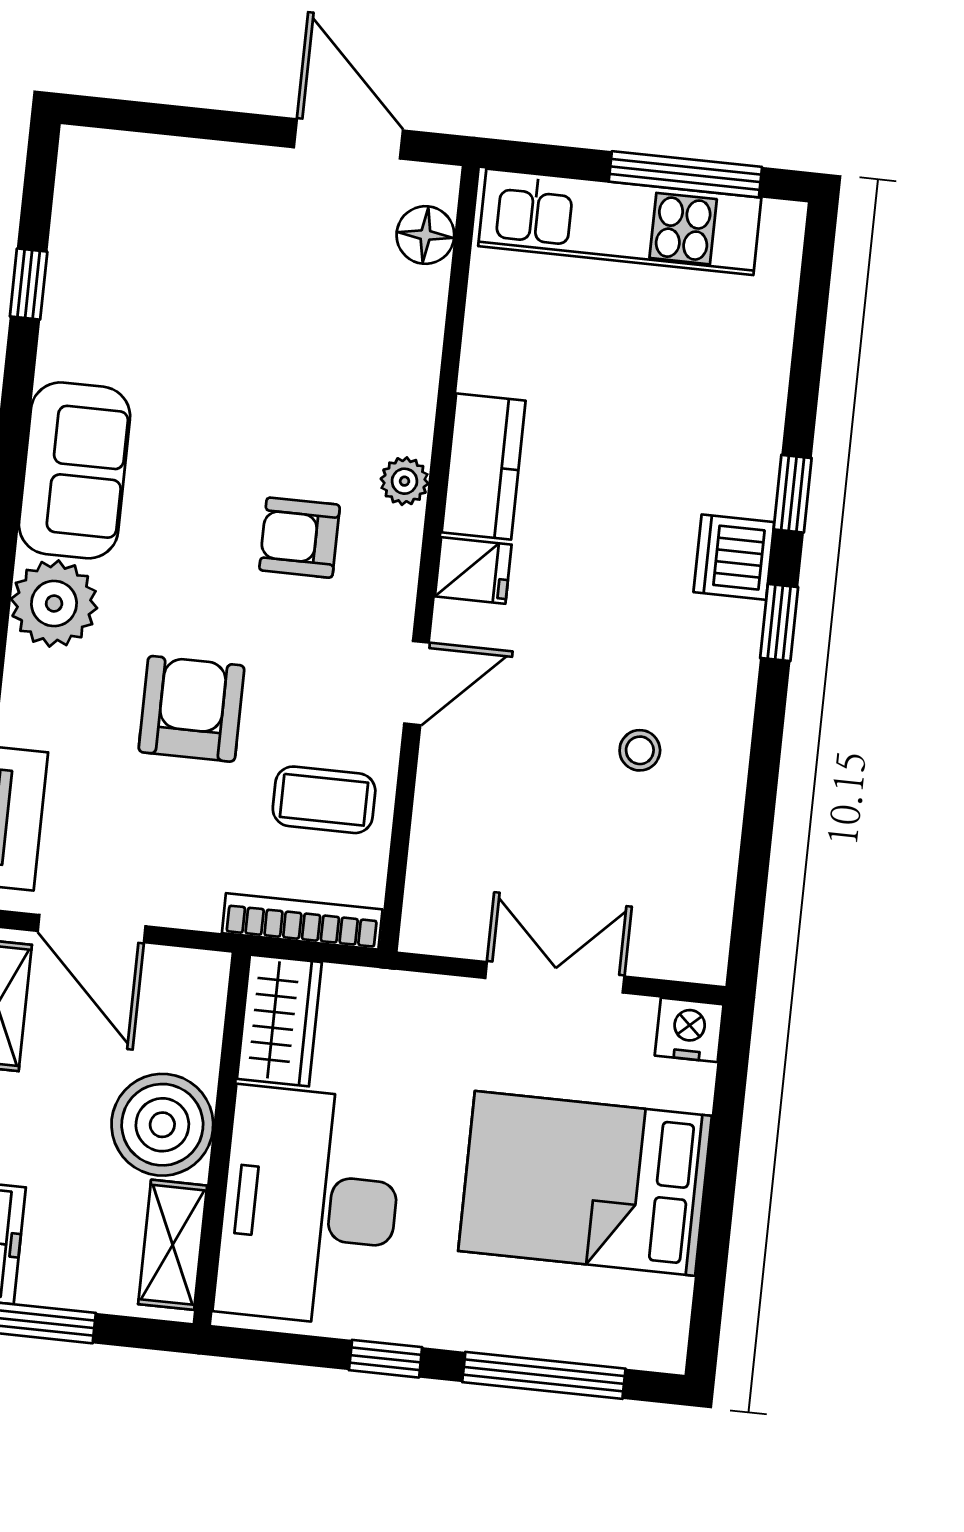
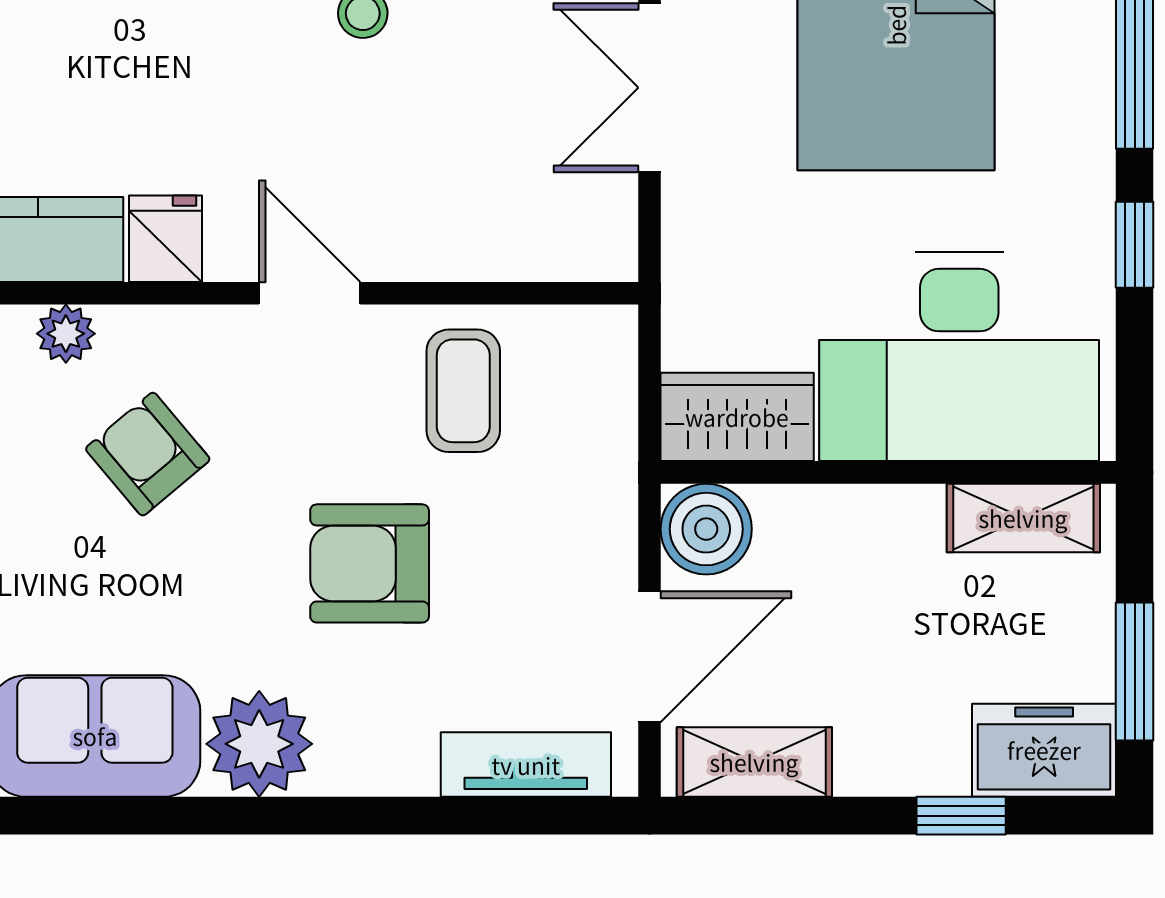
armchair: (300, 538) -> (148, 454), turned 140
bookcase: (302, 921) -> (614, 402), removed
boiler: (162, 1125) -> (706, 529), moved, width x0.73, depth x0.73

